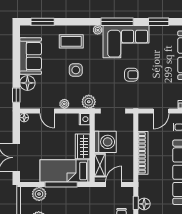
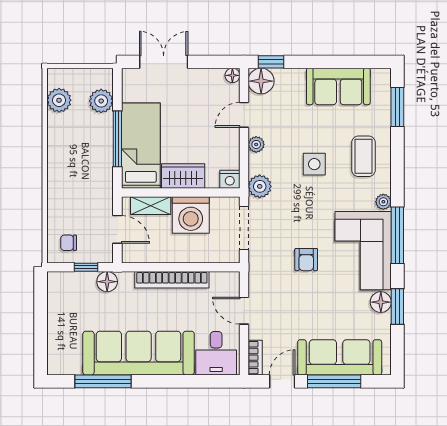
floor lamp: (156, 31) -> (381, 302), added
floor lamp: (27, 83) -> (261, 81), moved
floor lamp: (144, 204) -> (107, 282), moved

